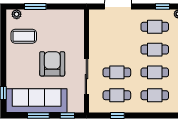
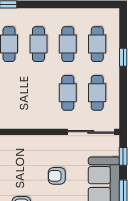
armchair: (52, 64) -> (57, 176), width x0.53, depth x0.53
sliding door: (86, 77) -> (91, 132), moved
window: (117, 115) -> (123, 57), moved

